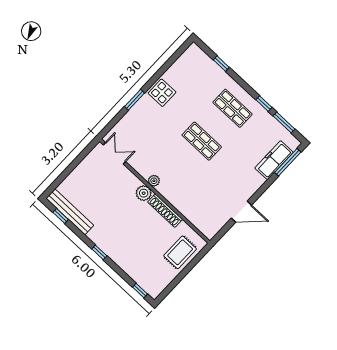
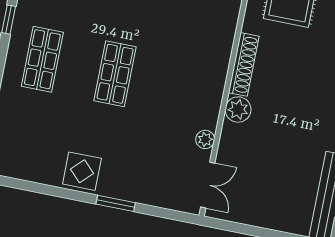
double door: (114, 153) -> (208, 185), swing flipped
plant: (154, 181) -> (205, 139), moved

